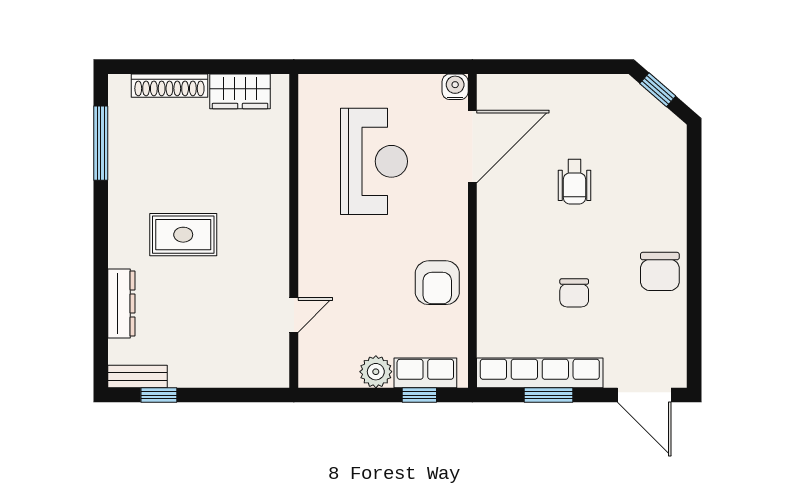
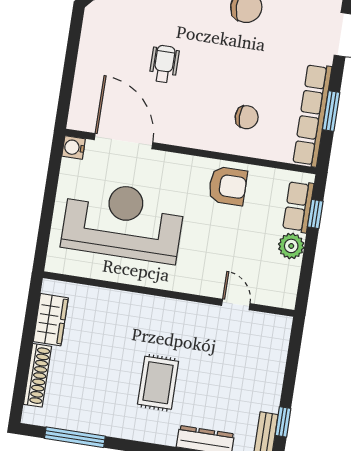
reception desk: (374, 161) -> (123, 221), width x1.36, depth x1.30
wheelchair: (575, 182) -> (164, 64), turned -90
chair: (574, 293) -> (247, 117), moved

